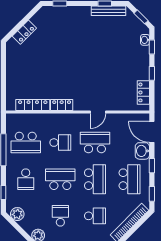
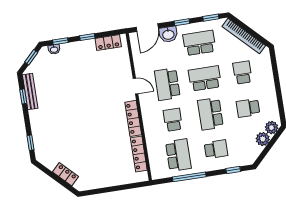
locker: (62, 105) -> (133, 118), width x1.53
plant: (17, 214) -> (263, 139), moved

